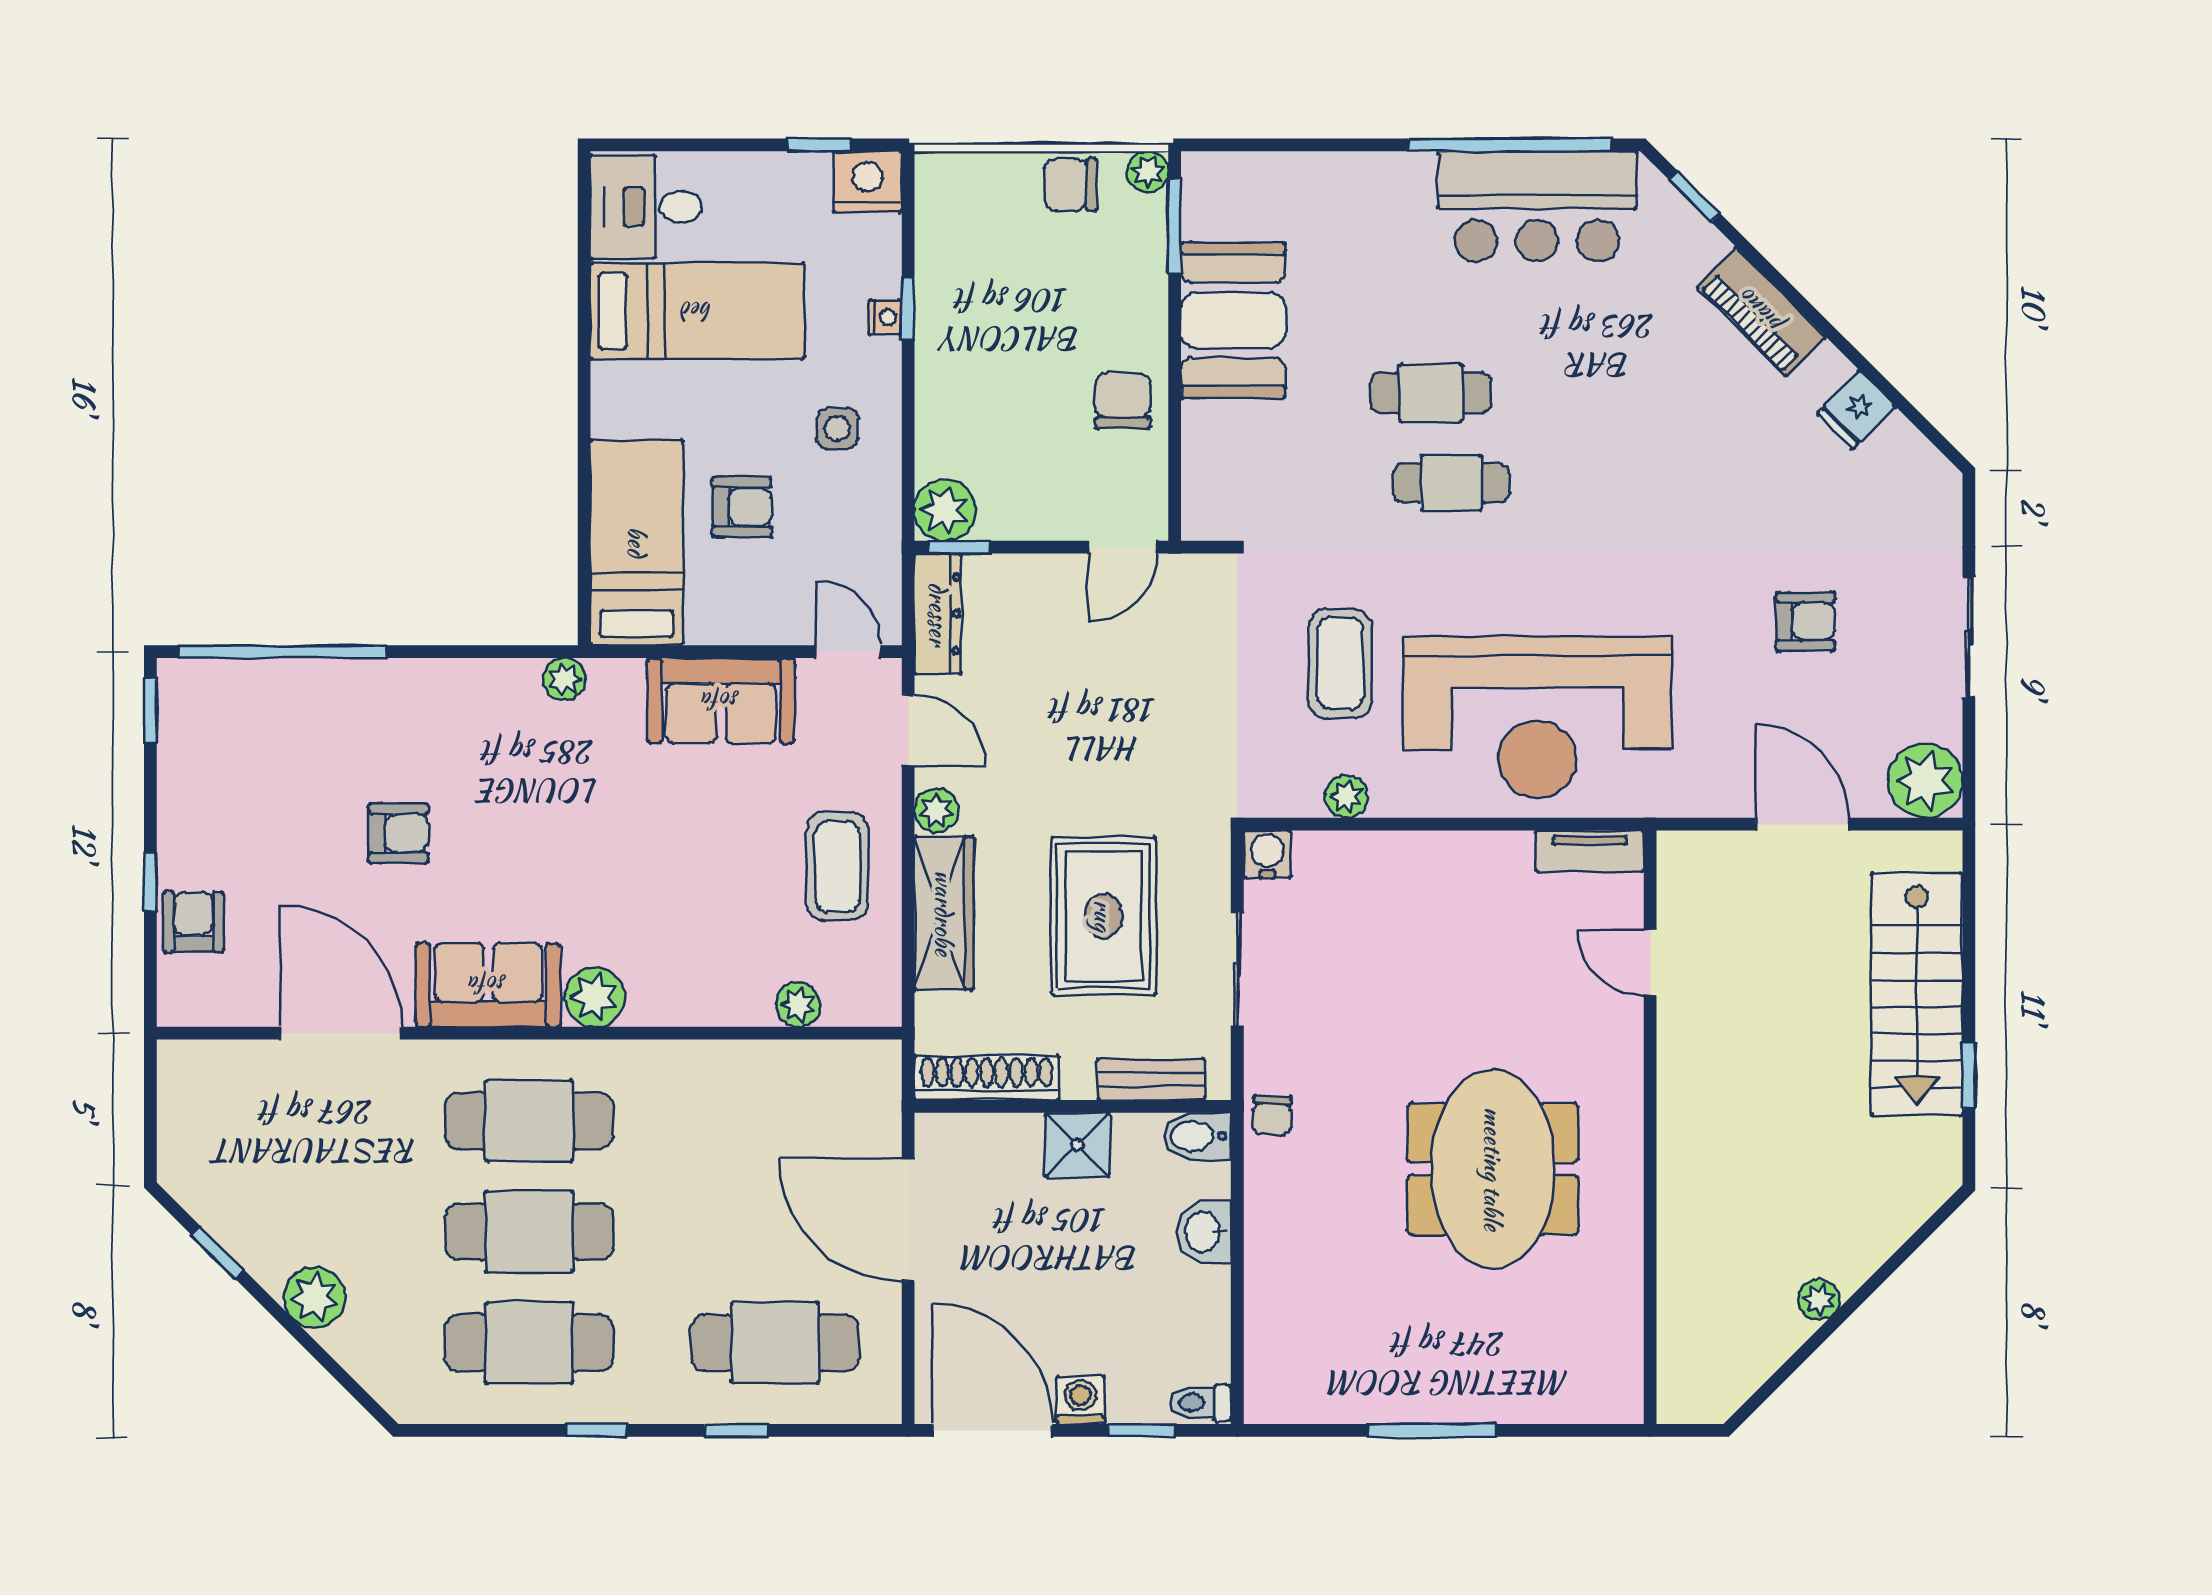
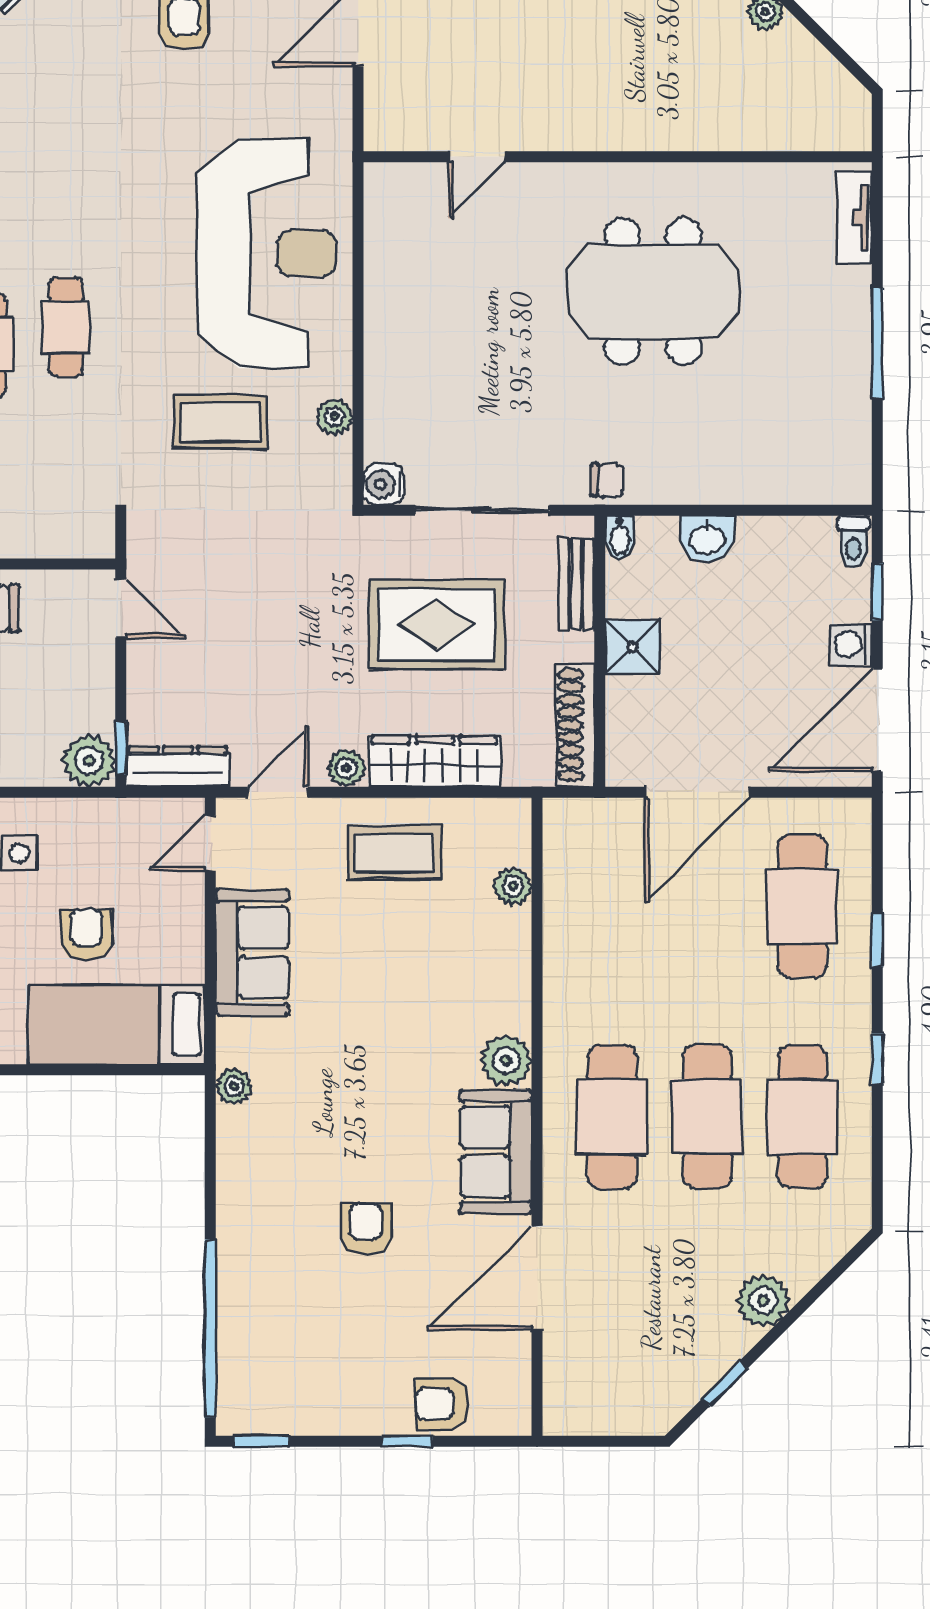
tv unit: (1590, 851) -> (854, 218), moved, turned 180
sliding door: (1237, 969) -> (482, 510), width x1.37
bidet: (1197, 1136) -> (620, 537), width x0.72, depth x0.74

